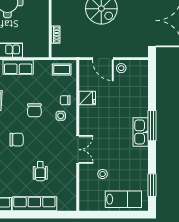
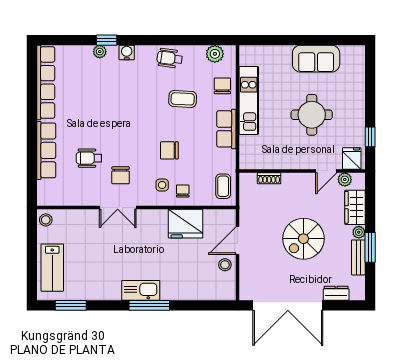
fridge: (87, 98) -> (186, 224), width x1.88, depth x1.34
chair: (17, 140) -> (121, 175), moved
stool: (103, 174) -> (46, 220), moved

